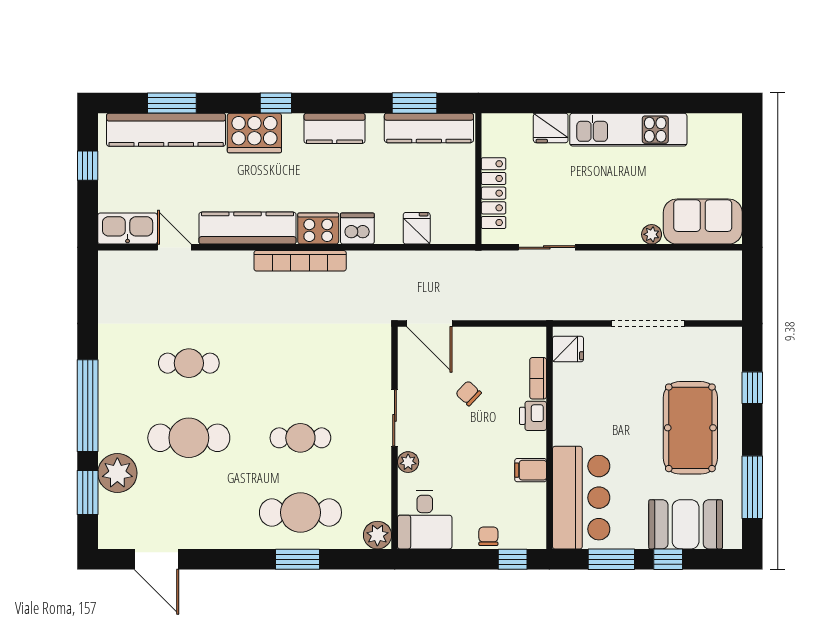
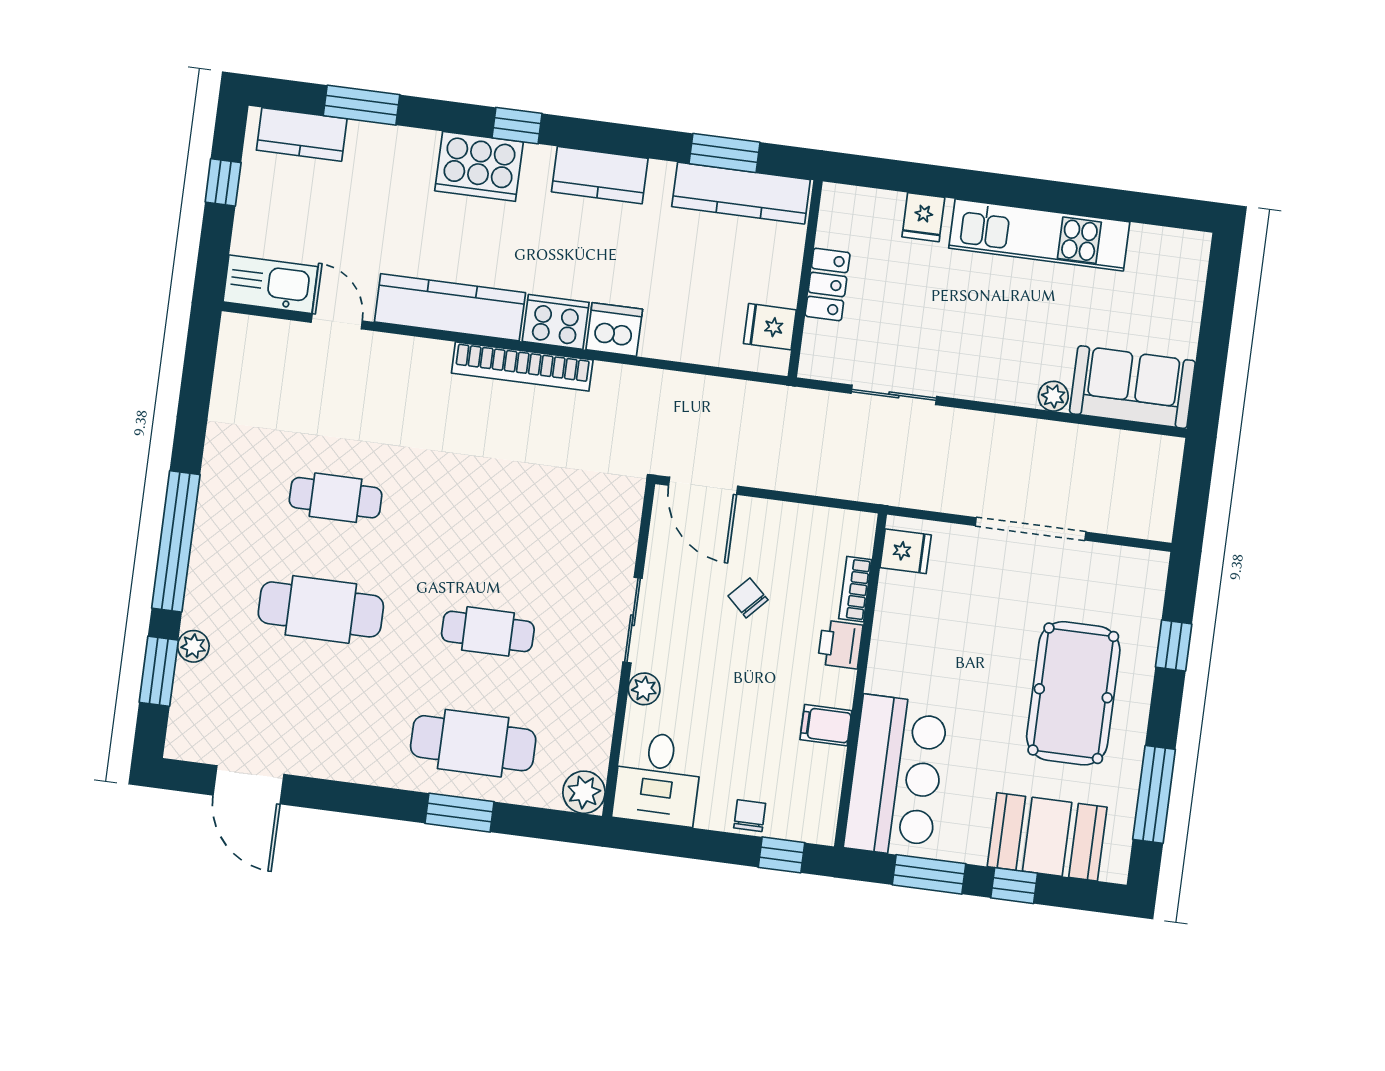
fridge: (551, 128) -> (923, 217), width x0.72
kitchen counter: (166, 130) -> (302, 134), width x0.48, depth x0.86
locker: (494, 193) -> (828, 284), width x0.66
fridge: (417, 228) -> (770, 327), moved, turned -90
plant: (117, 473) -> (193, 646), width x0.53, depth x0.53

